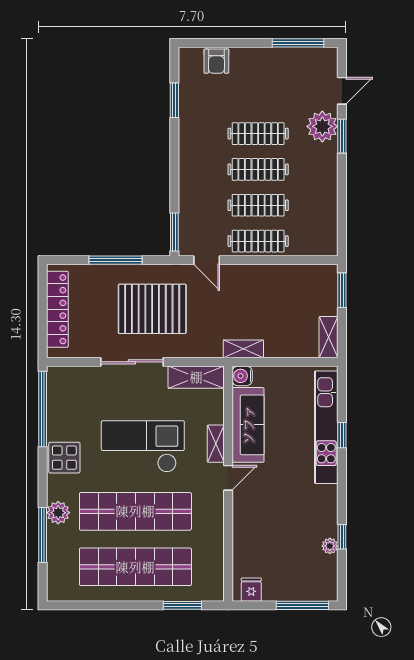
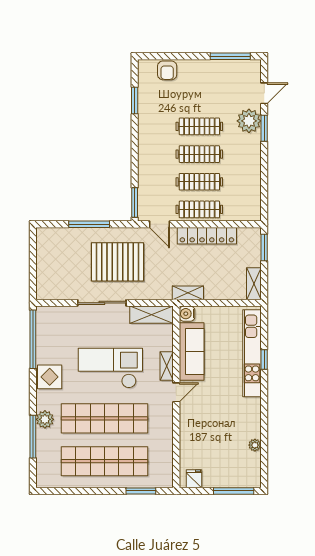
locker: (57, 309) -> (207, 236), moved, turned 90
window: (342, 537) -> (264, 438), removed

